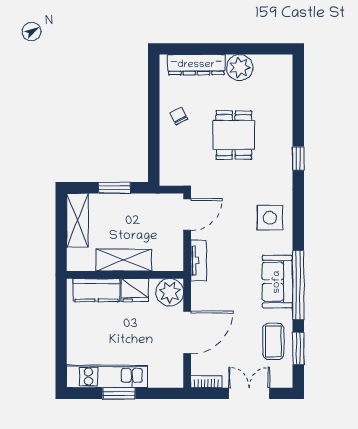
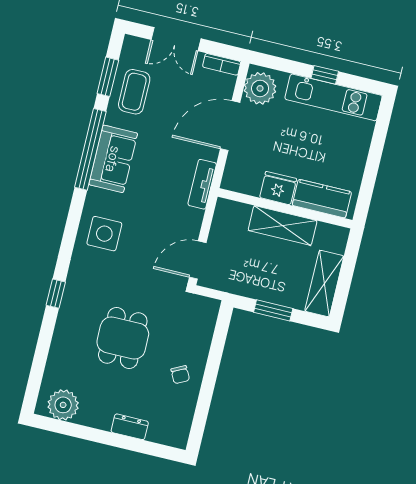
dresser: (196, 65) -> (130, 427), width x0.51, depth x0.80
plant: (240, 68) -> (63, 405), moved
tv unit: (199, 261) -> (202, 184), moved
plant: (170, 292) -> (260, 88), moved
window: (119, 393) -> (325, 75), width x0.67

